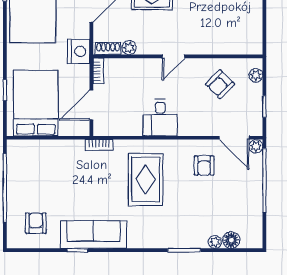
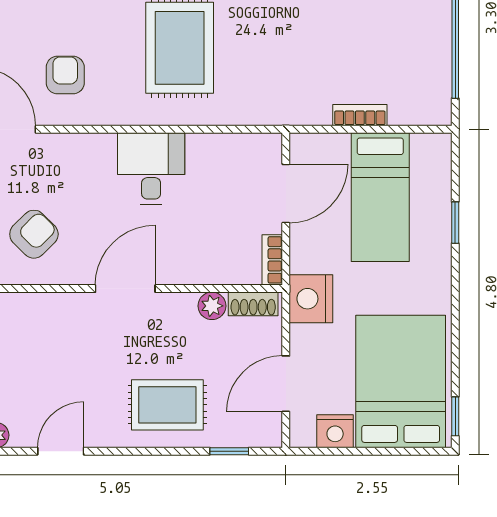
door: (173, 56) -> (125, 289), width x1.38
bed: (36, 103) -> (380, 197), width x0.67
bookcase: (99, 145) -> (360, 115), moved

